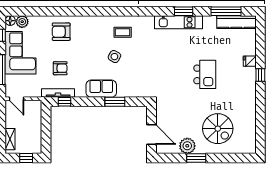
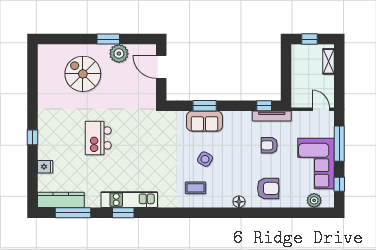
floor lamp: (10, 21) -> (239, 202), moved
fridge: (250, 61) -> (45, 167), moved
sofa: (101, 89) -> (204, 121), moved

